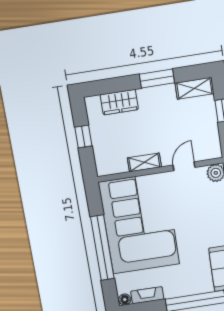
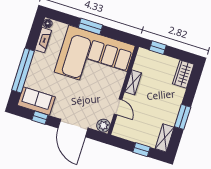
wardrobe: (119, 102) -> (183, 74), moved
window: (83, 137) -> (158, 48), moved
window: (102, 248) -> (90, 26), width x0.47

